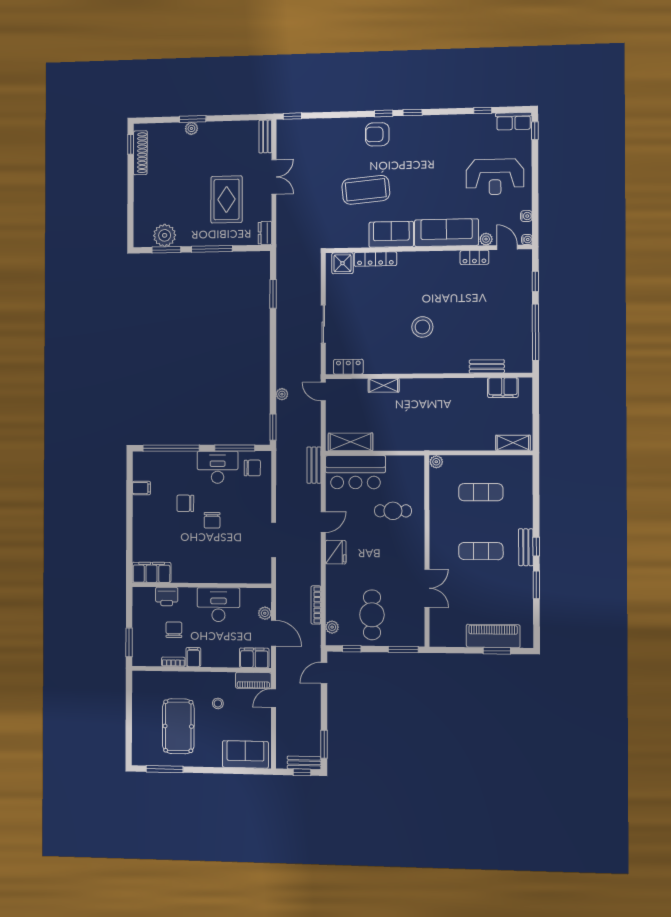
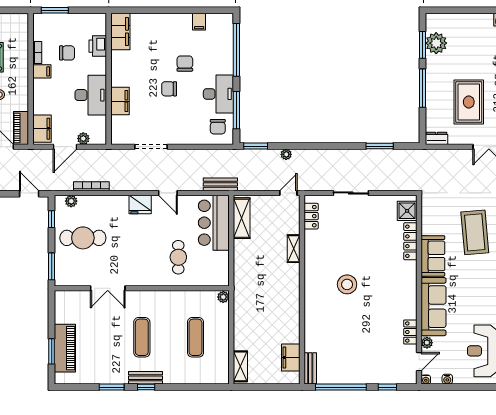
rug: (227, 199) -> (469, 102), turned 90
bench: (487, 366) -> (310, 368), moved
filing cabinet: (225, 573) -> (120, 101), added

